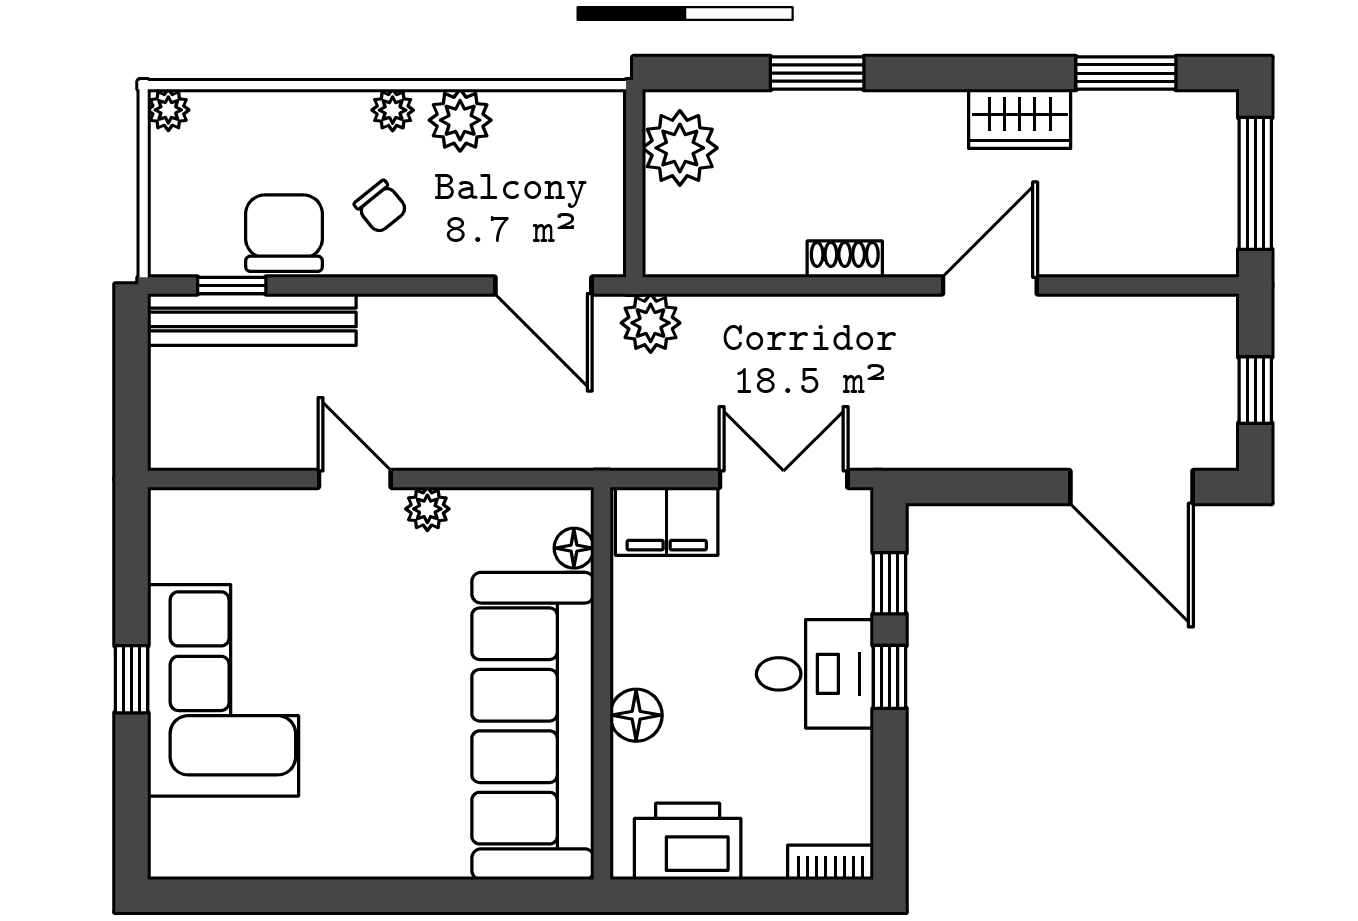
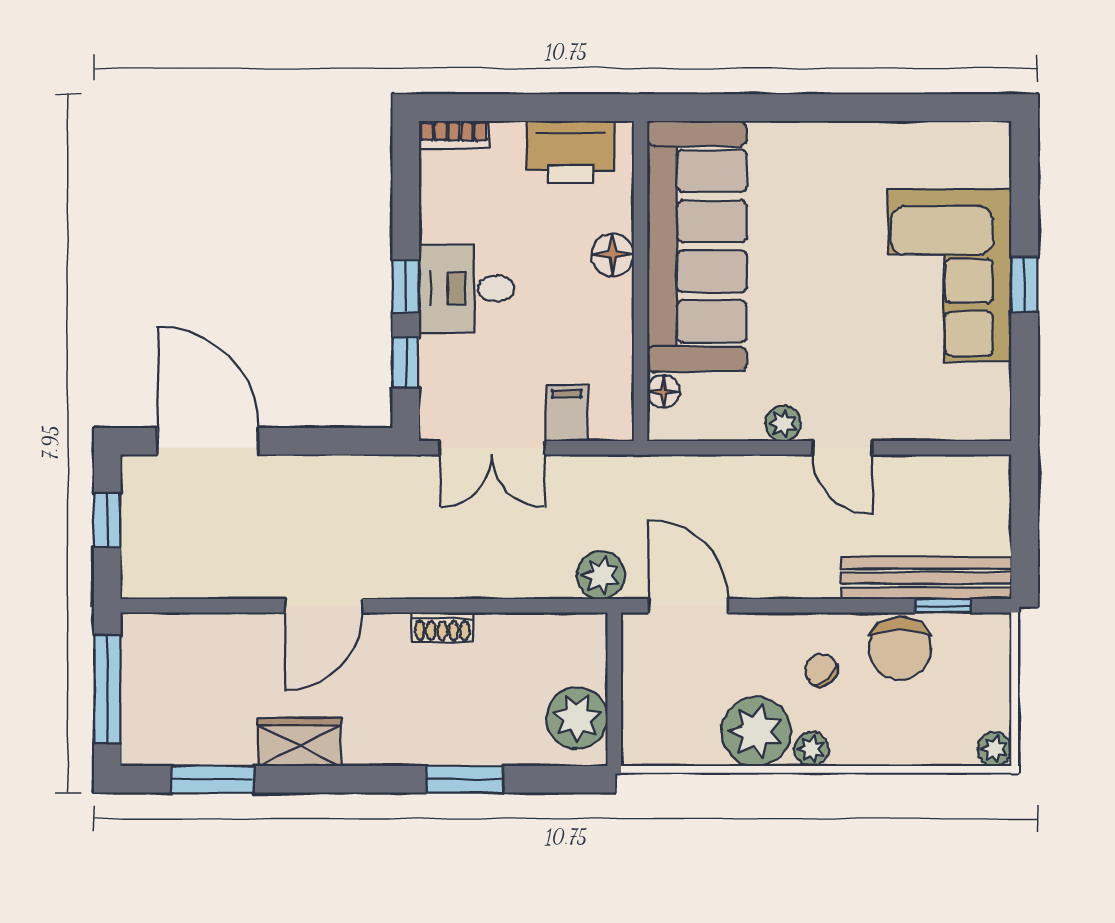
plant: (460, 120) -> (756, 731), width x1.36, depth x1.36
filing cabinet: (667, 521) -> (567, 413), width x0.50

